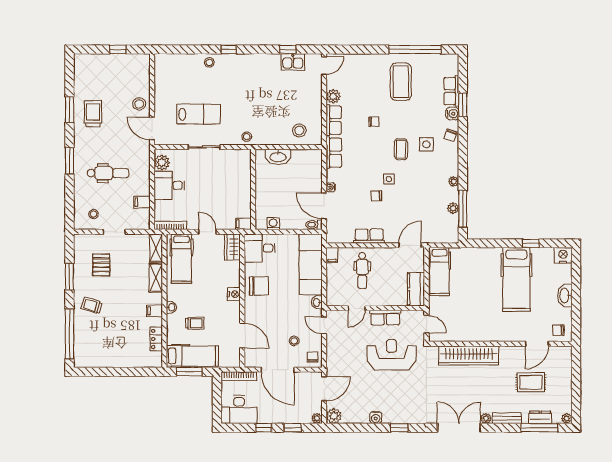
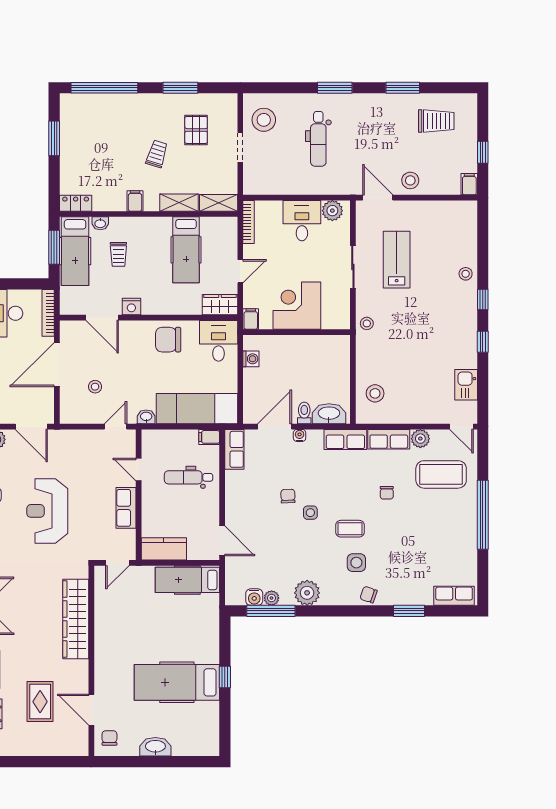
window: (288, 49) -> (483, 342), moved
window: (415, 49) -> (483, 515), moved
coffee table: (401, 82) -> (441, 474), moved
row of seats: (451, 91) -> (454, 596), moved
trolley: (93, 114) -> (436, 121), moved
lab bench: (199, 114) -> (397, 260), turned 180
water cooler: (452, 114) -> (254, 597), moved
door: (152, 128) -> (378, 198), hinge flipped
washbasin: (278, 157) -> (329, 414), moved, turned 90
plant: (454, 182) -> (307, 593), width x1.88, depth x1.88
corner desk: (233, 189) -> (297, 306), added
filing cabinet: (142, 202) -> (469, 184), moved
stool: (94, 214) -> (264, 120), width x1.89, depth x1.89
toilet: (314, 225) -> (304, 413), moved
row of seats: (369, 236) -> (234, 449), moved
window: (531, 243) -> (225, 677), moved
nightstand: (563, 255) -> (209, 744), removed
hospital bed: (181, 259) -> (186, 250), moved, turned -90
pallet: (101, 265) -> (196, 130), turned 90
chair: (259, 286) -> (168, 340), turned 90
nightstand: (234, 294) -> (131, 306), moved
trolley: (92, 306) -> (157, 154), moved
washbasin: (171, 307) -> (100, 223), moved
door: (242, 336) -> (102, 318), hinge flipped
locker: (156, 339) -> (76, 203), moved
reception desk: (392, 355) -> (47, 511), moved, turned 180
chair: (312, 357) -> (73, 411), removed
window: (107, 372) -> (54, 138), added

